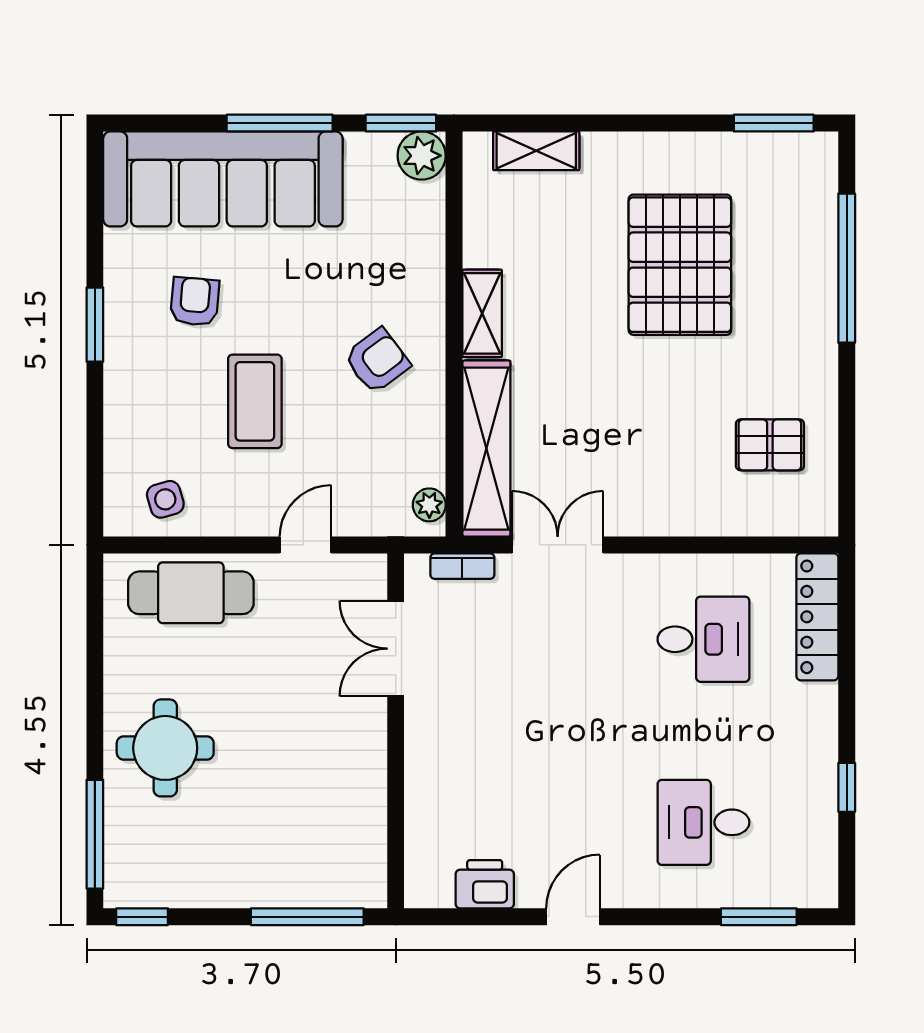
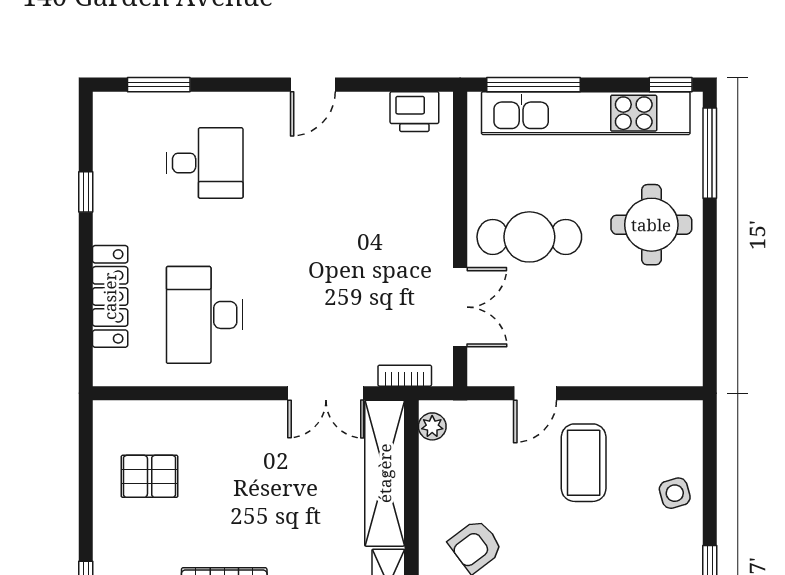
coffee table: (255, 401) -> (584, 463), moved
side table: (165, 499) -> (675, 493), moved
cafe table: (191, 593) -> (529, 237), moved
locker: (817, 617) -> (110, 296), moved
desk: (703, 639) -> (205, 315), width x1.37
kitchen unit: (244, 882) -> (586, 113), added
printer: (485, 884) -> (414, 112), moved

